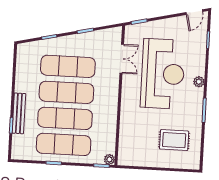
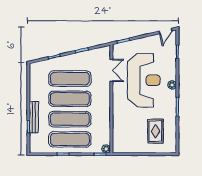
rug: (174, 140) -> (155, 131), turned 90

